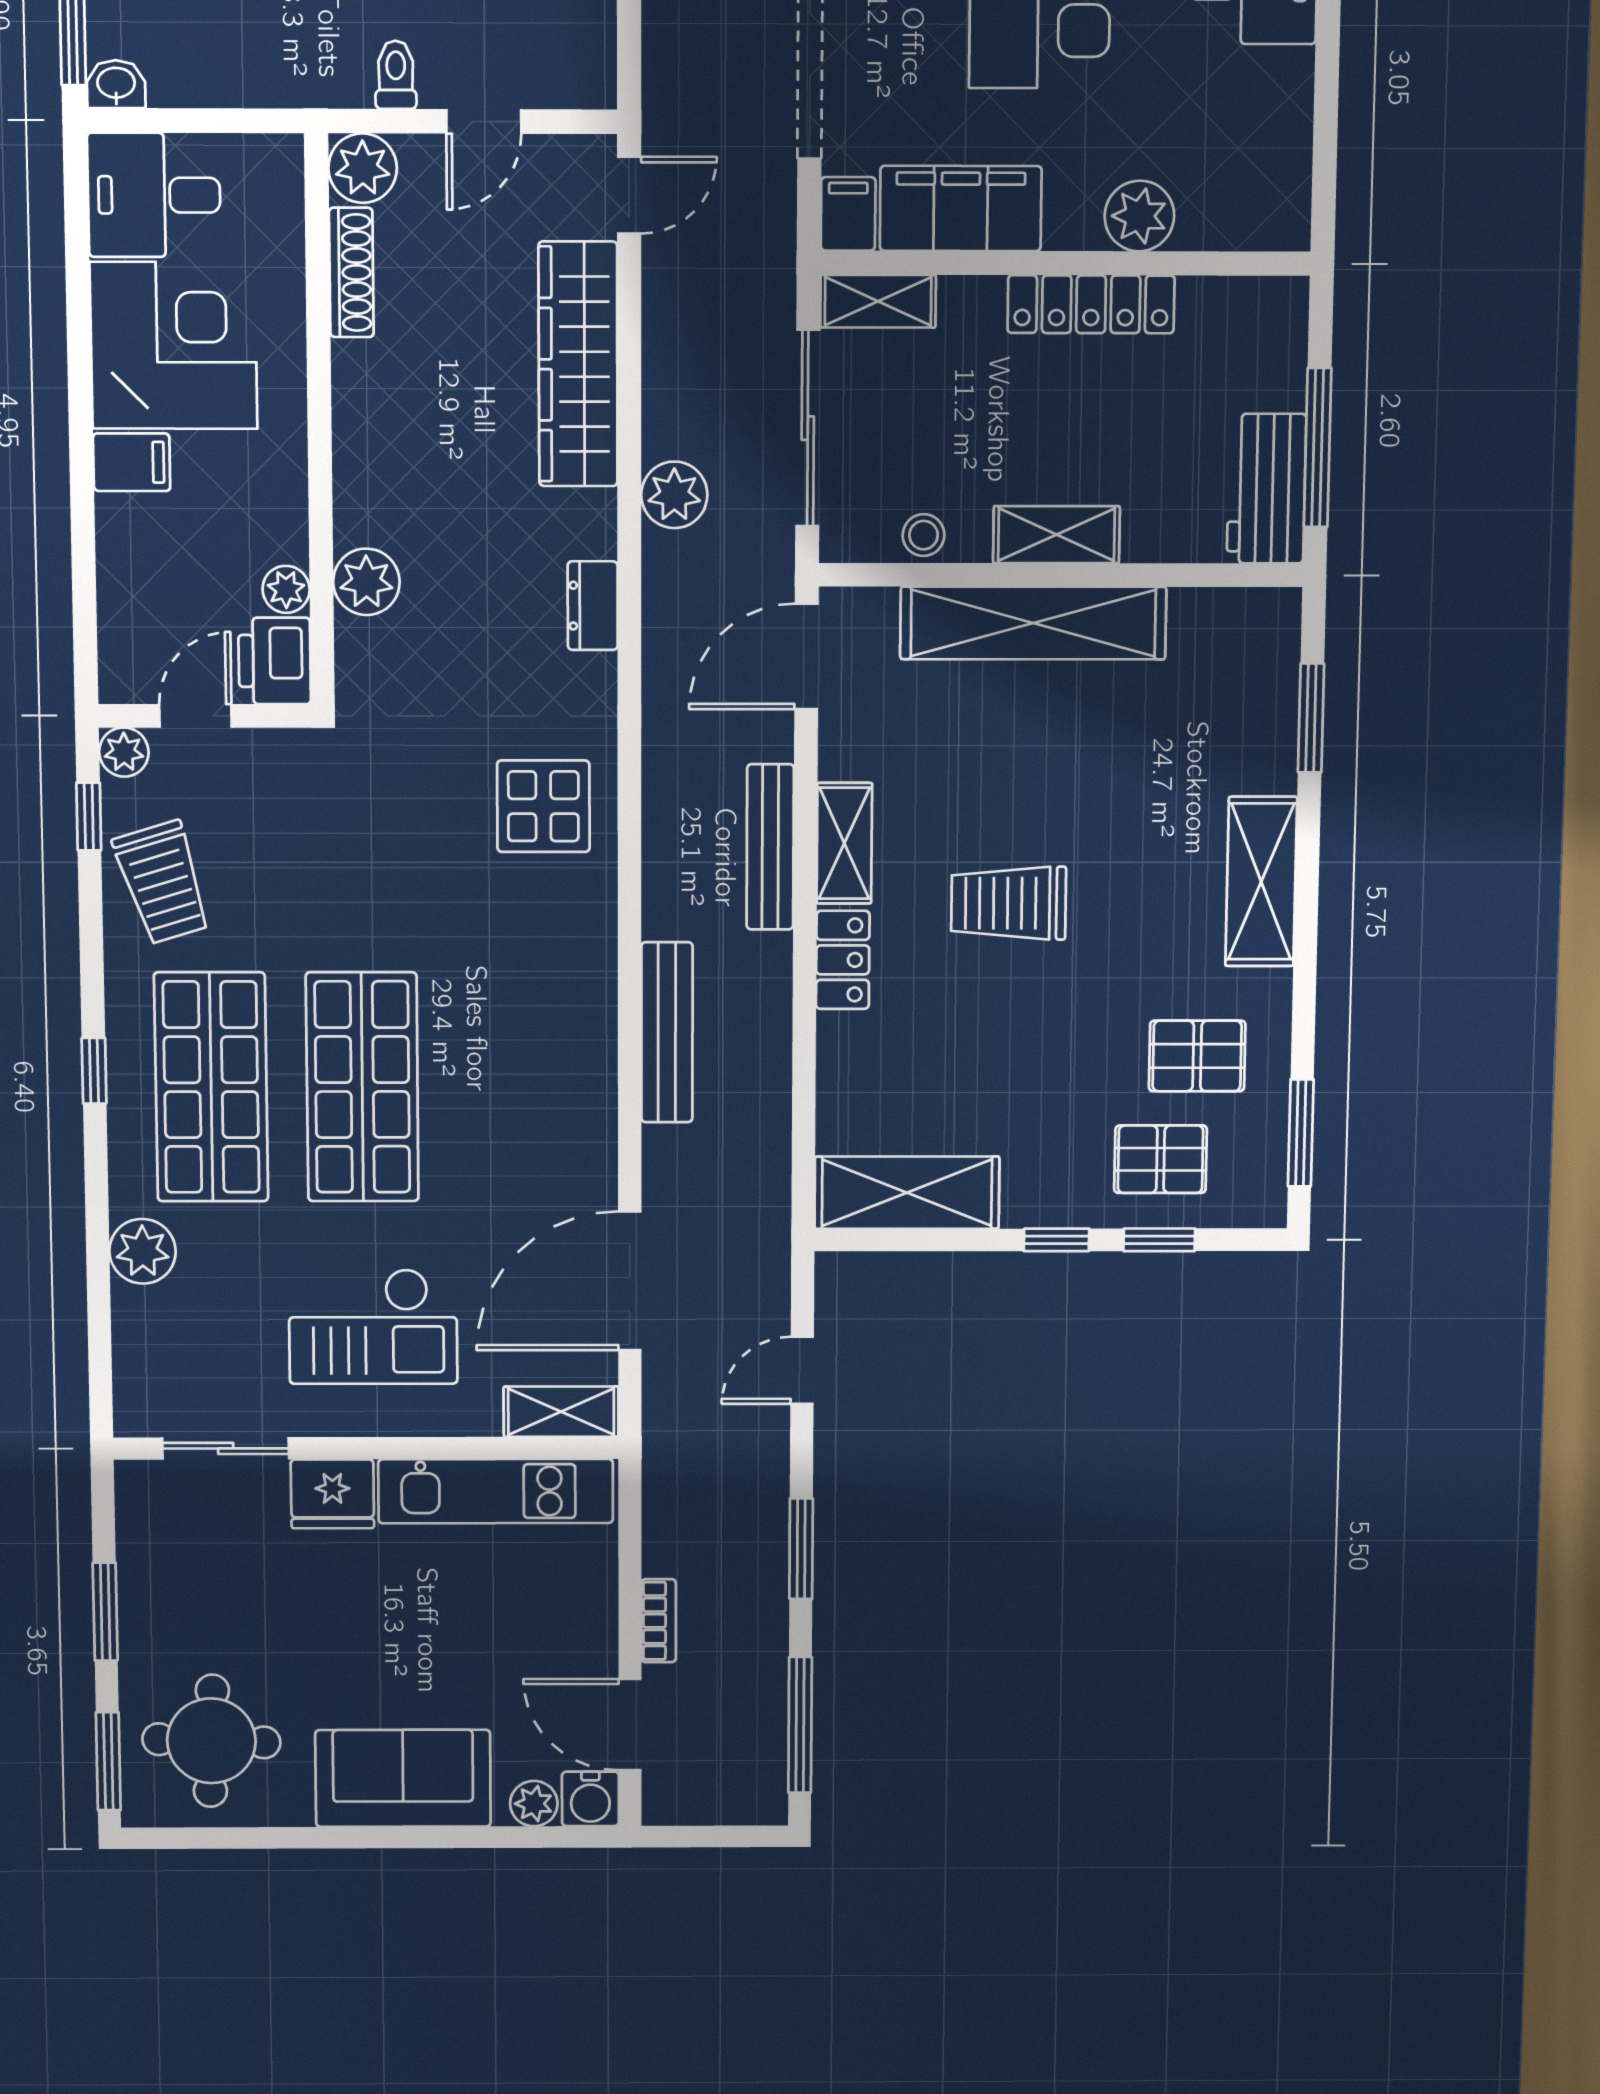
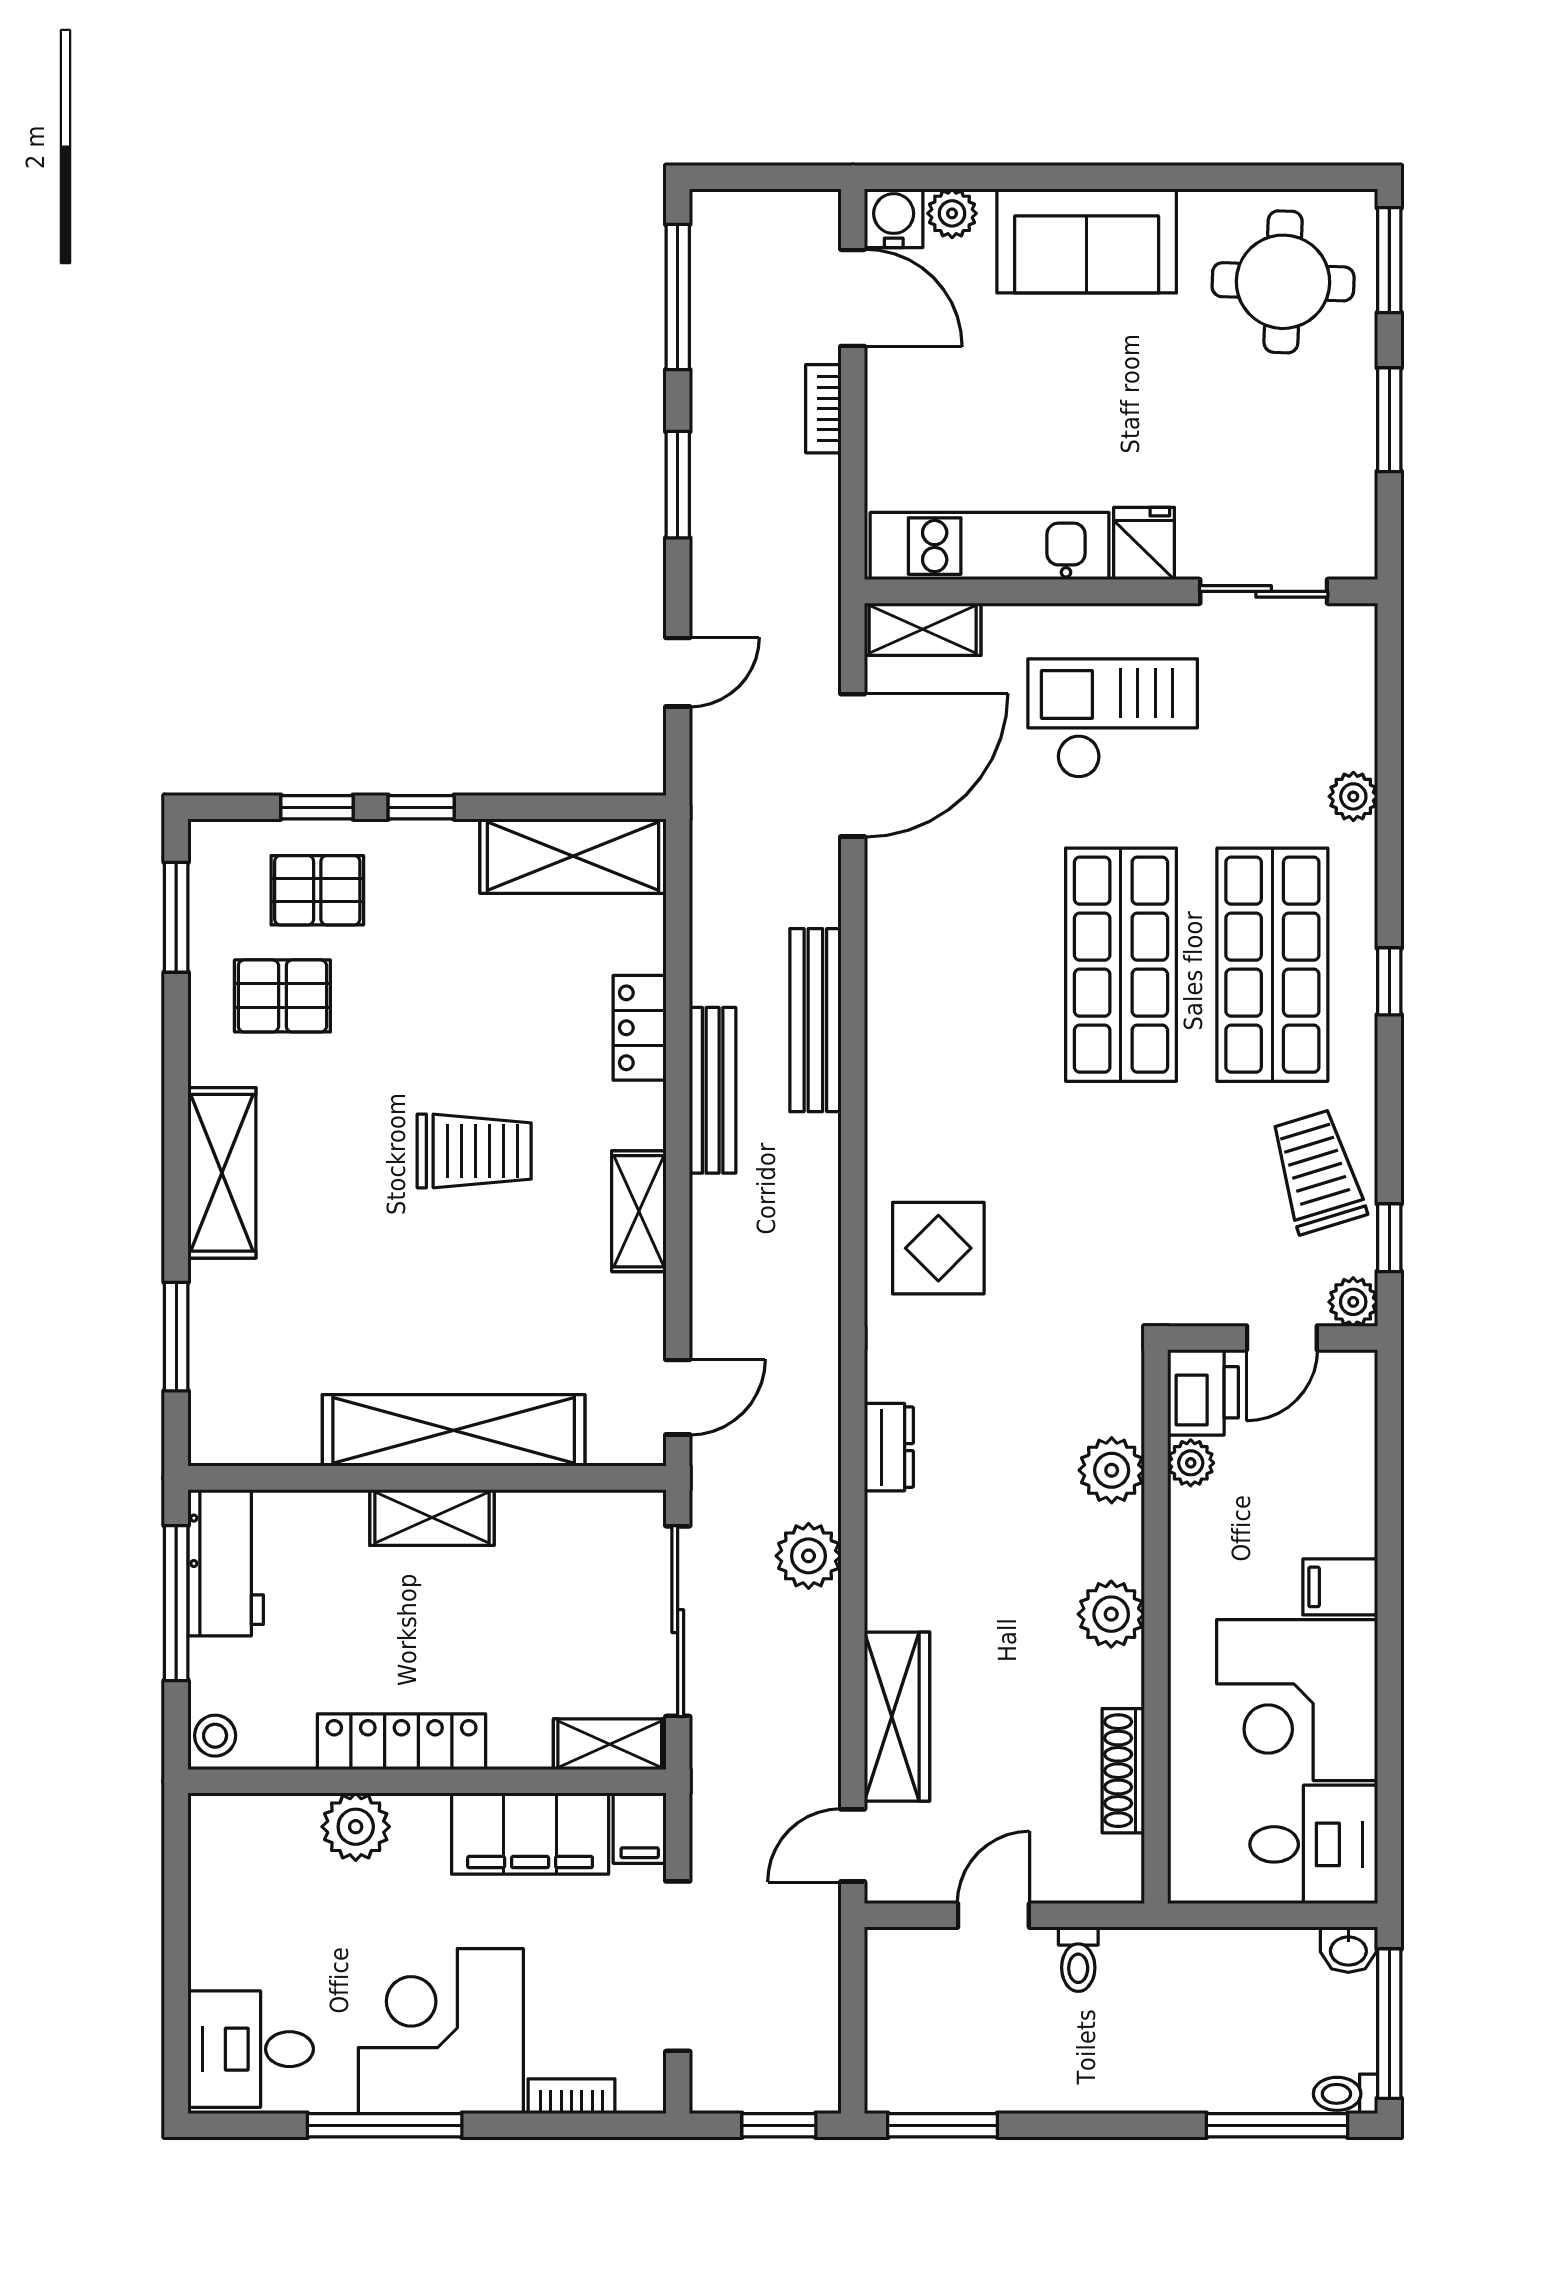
plant: (363, 168) -> (1111, 1614), moved
wardrobe: (578, 364) -> (897, 1717), width x0.71, depth x0.85
stool: (924, 535) -> (215, 1736), moved
door: (806, 657) -> (678, 1397), width x0.73
bench: (770, 847) -> (713, 1090), moved
locker: (843, 960) -> (640, 1028), moved
plant: (143, 1251) -> (1353, 796), width x0.73, depth x0.73
fridge: (332, 1494) -> (1144, 543), width x0.72

